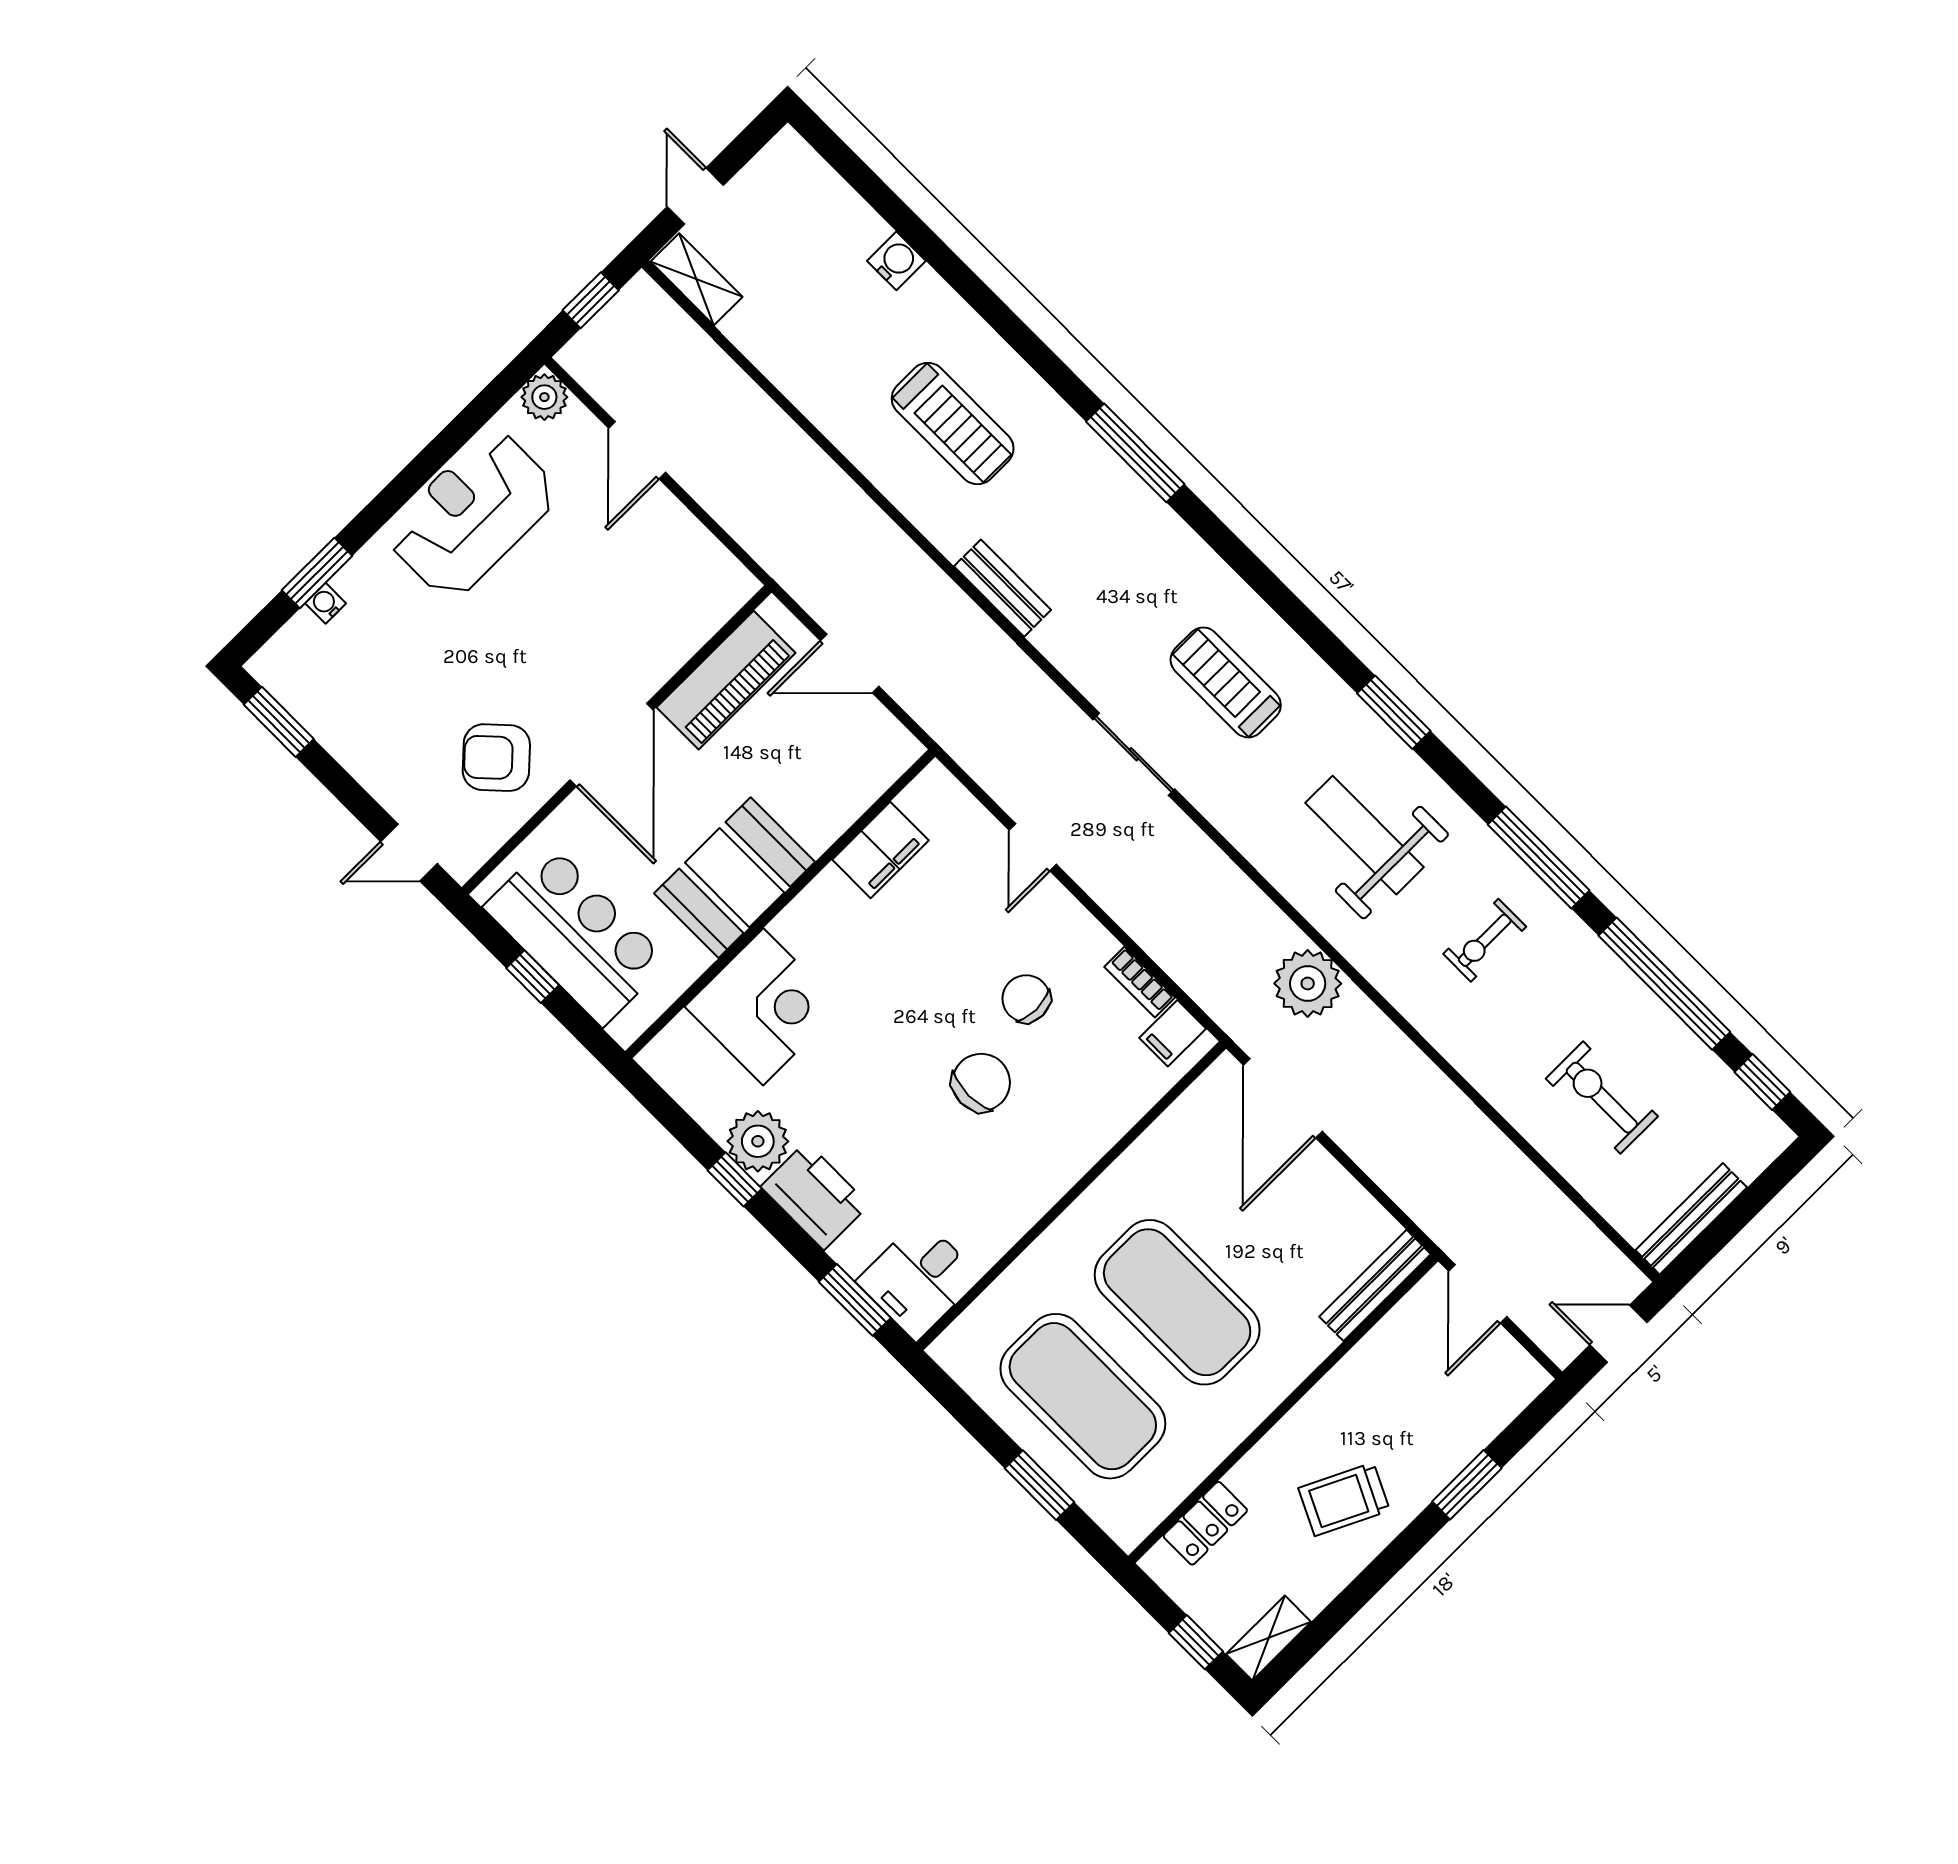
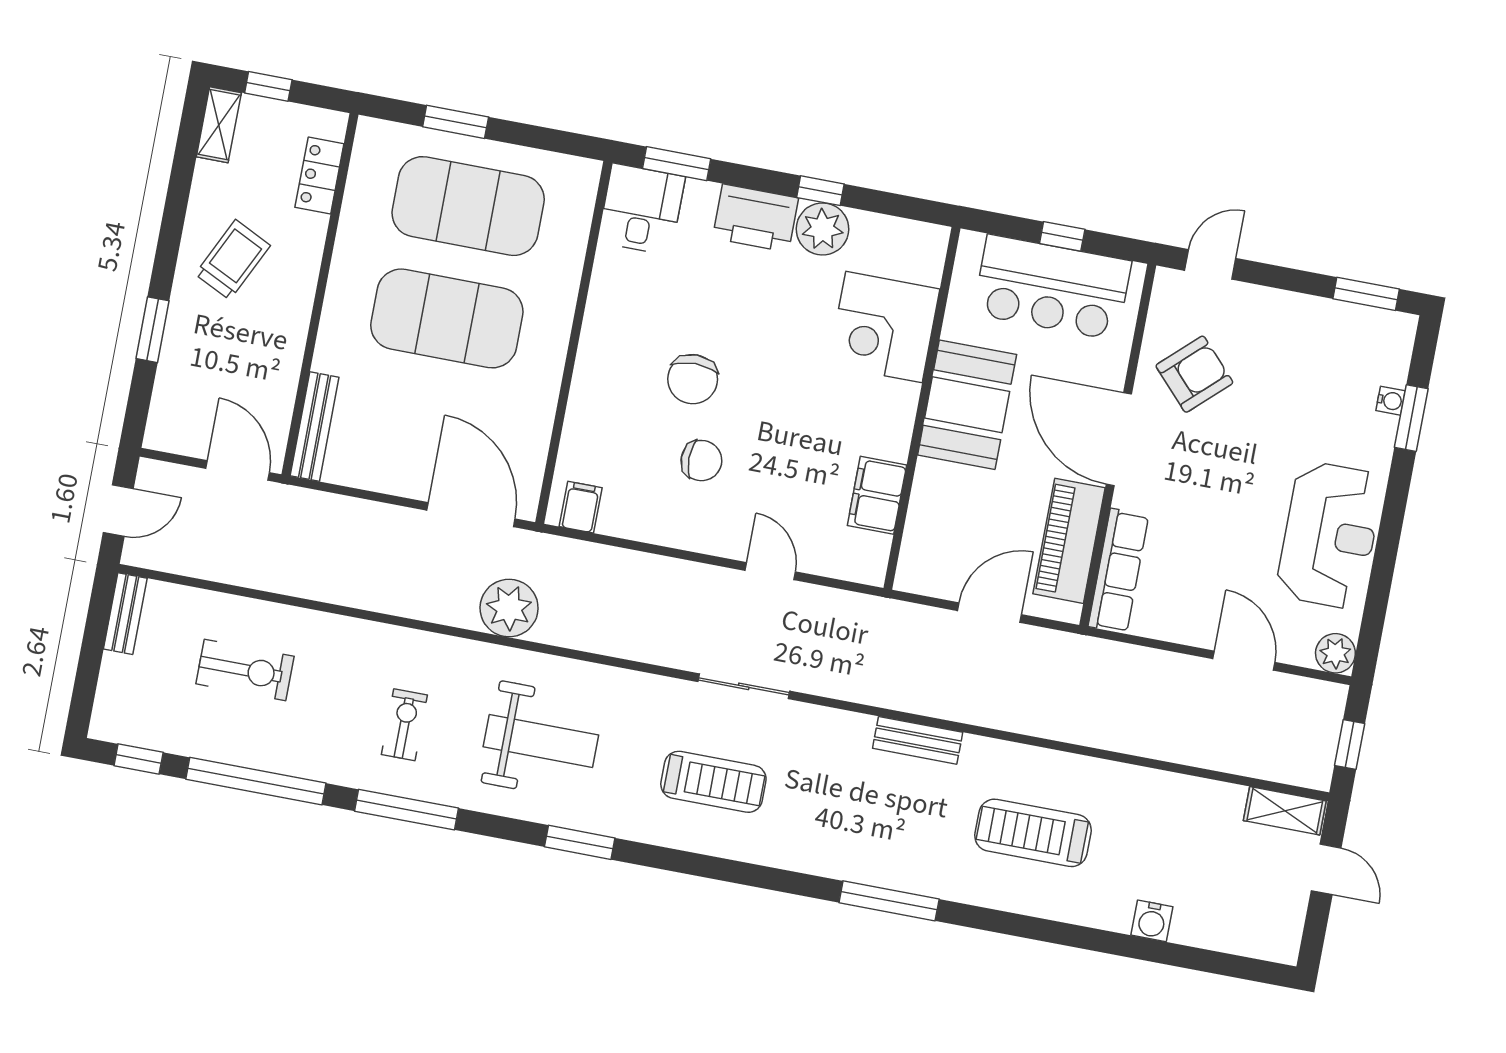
row of seats: (699, 619) -> (1118, 571), added
bookcase: (1140, 982) -> (629, 527), removed
bench: (1691, 1219) -> (125, 614), width x0.73

